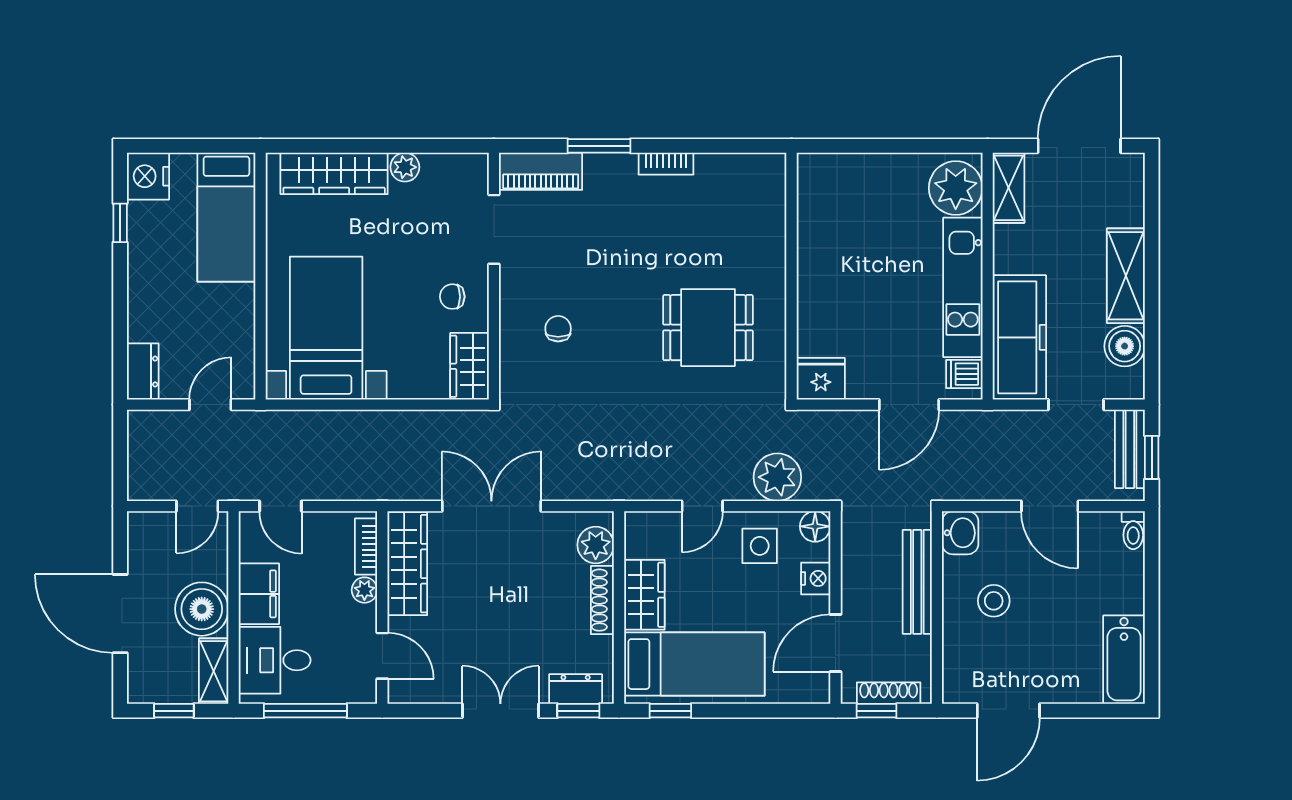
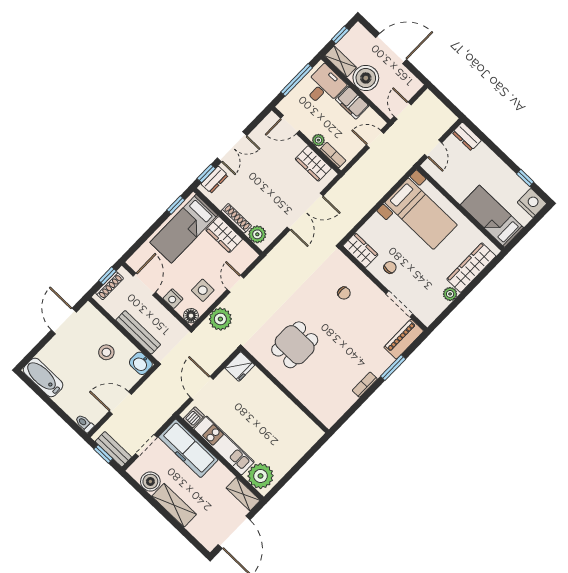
wardrobe: (407, 564) -> (313, 164), width x0.67

